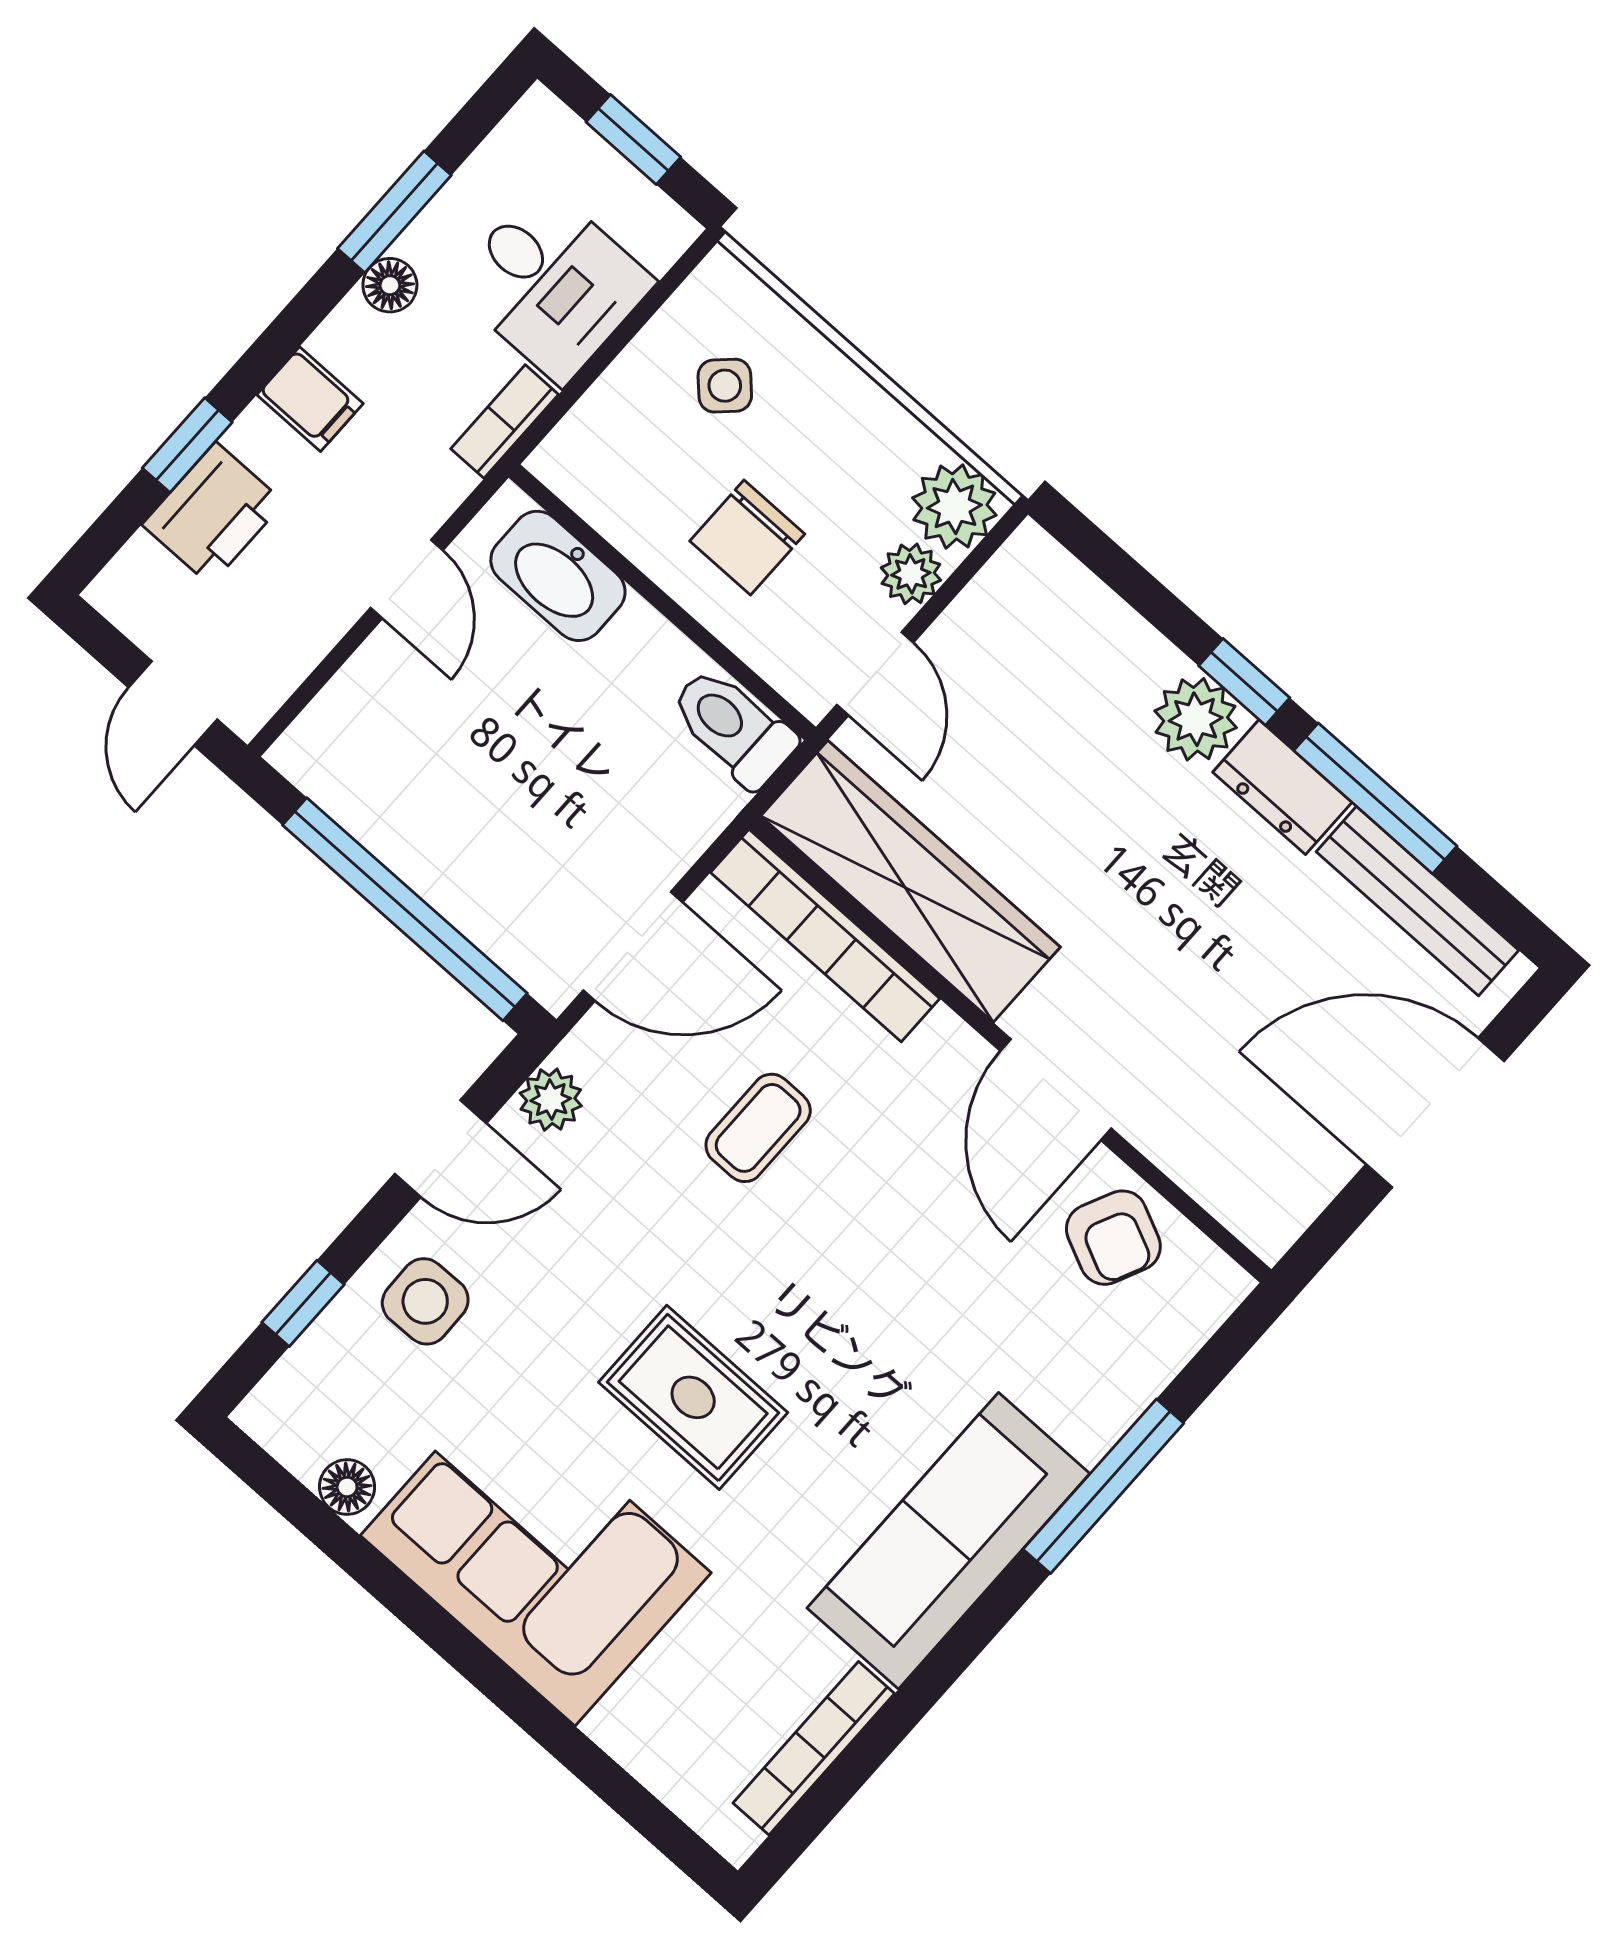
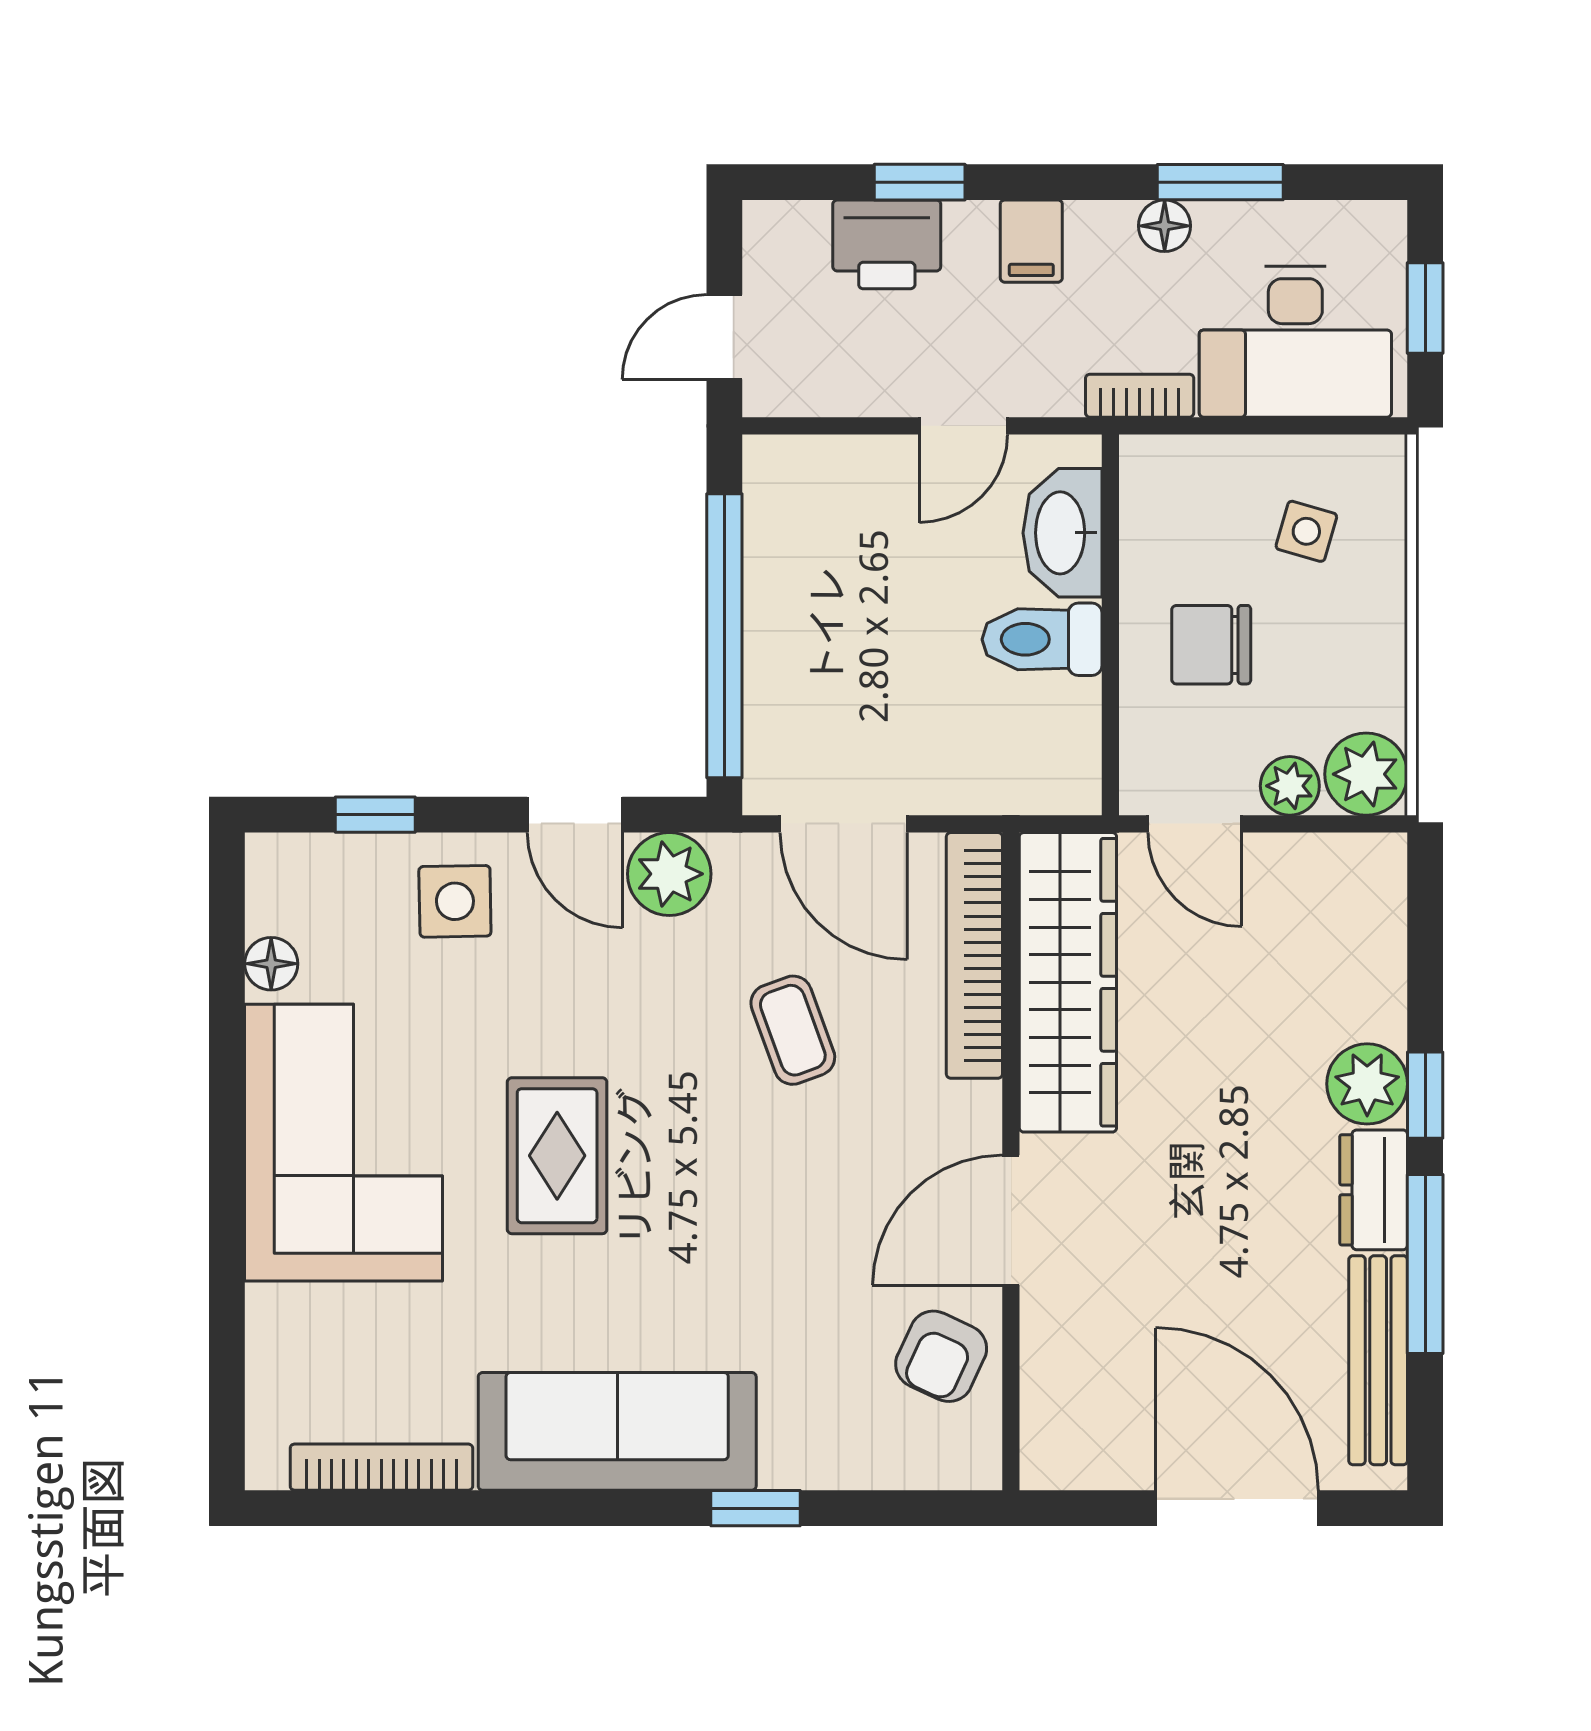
desk: (552, 284) -> (1295, 342), width x1.37
side table: (725, 386) -> (1306, 531), turned -30
door: (875, 674) -> (1195, 824), hinge flipped
toilet: (733, 727) -> (1042, 639), moved, turned -90
plant: (551, 1100) -> (669, 874), width x1.38, depth x1.38
coffee table: (758, 1128) -> (793, 1030), turned 70
window: (1103, 1486) -> (756, 1508), width x0.46

